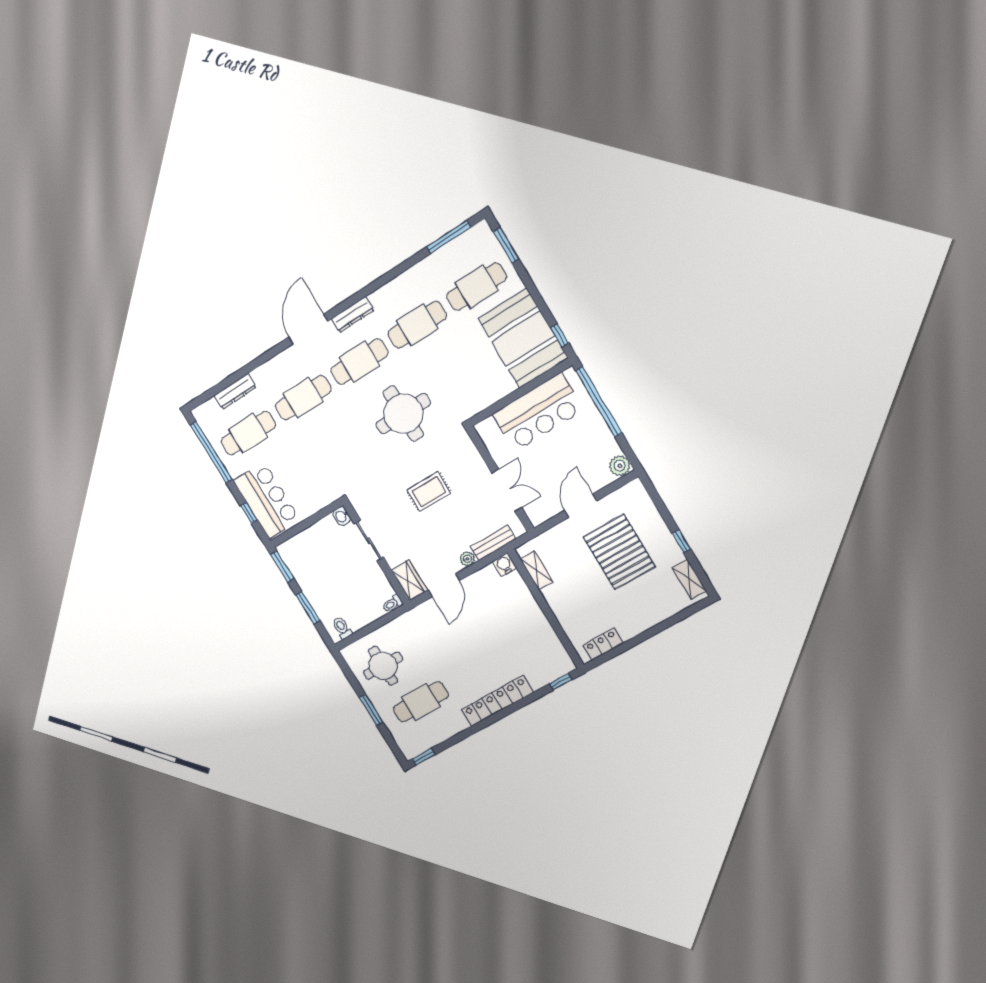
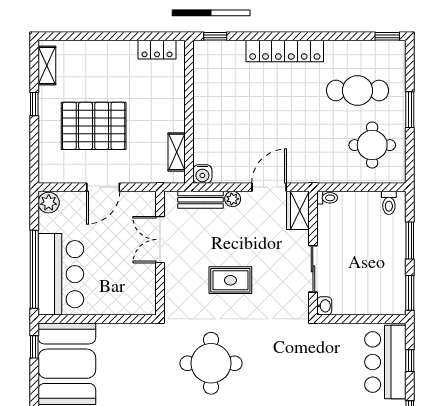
bar counter: (538, 412) -> (61, 274), moved, turned 90
pallet: (619, 552) -> (94, 126), turned 90

